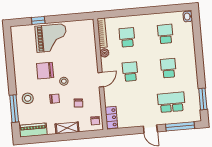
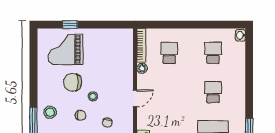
grand piano: (51, 38) -> (65, 49), moved, turned 180
school desk: (130, 72) -> (169, 92), removed

